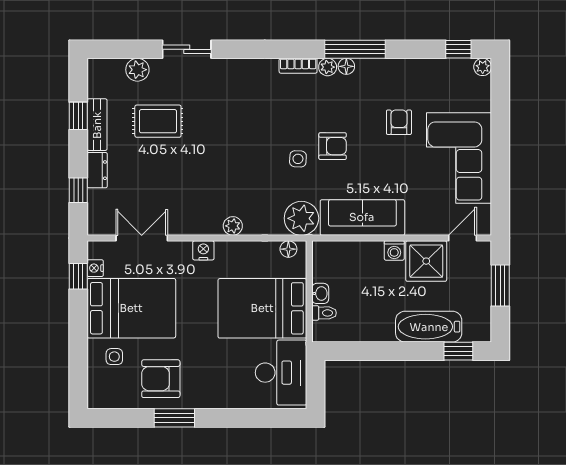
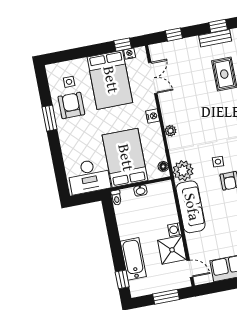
dresser: (97, 170) -> (188, 44), removed
toilet: (324, 313) -> (116, 198), moved
side table: (114, 357) -> (69, 82), moved

